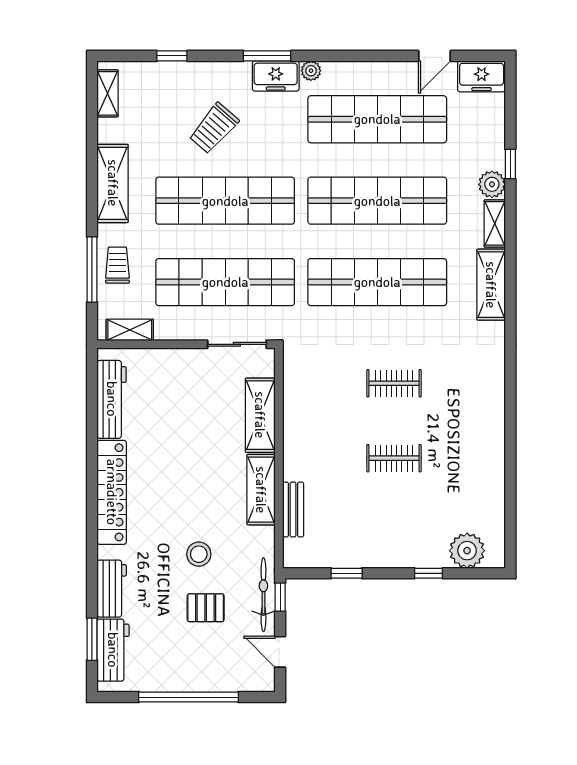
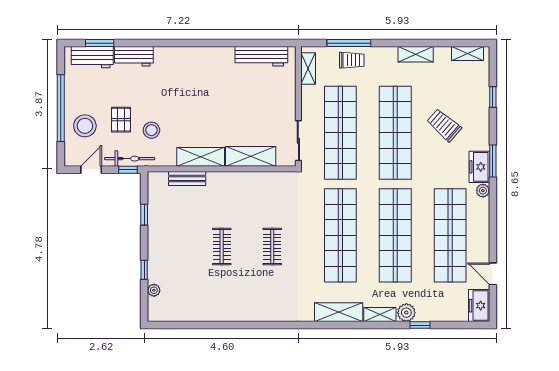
shelving: (113, 183) -> (416, 54), width x0.67, depth x0.75
locker: (112, 492) -> (199, 56), removed
plant: (467, 551) -> (154, 290), width x0.53, depth x0.53
stool: (199, 554) -> (151, 130), moved
stool: (215, 661) -> (85, 126), added

